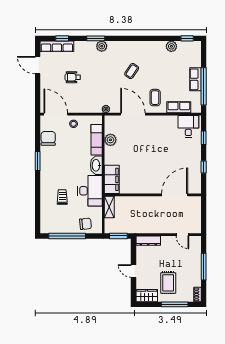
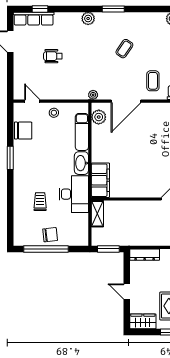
window: (96, 38) -> (113, 9), moved
door: (56, 114) -> (32, 101), width x0.53
door: (133, 114) -> (126, 101), swing flipped
chair: (48, 138) -> (23, 131), turned 90
plant: (110, 140) -> (99, 117), moved
chair: (85, 224) -> (50, 235), moved

